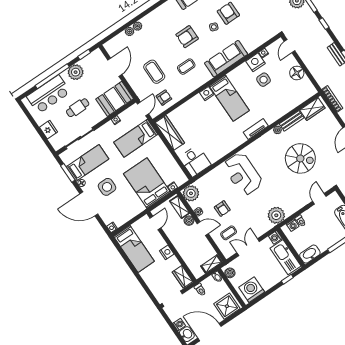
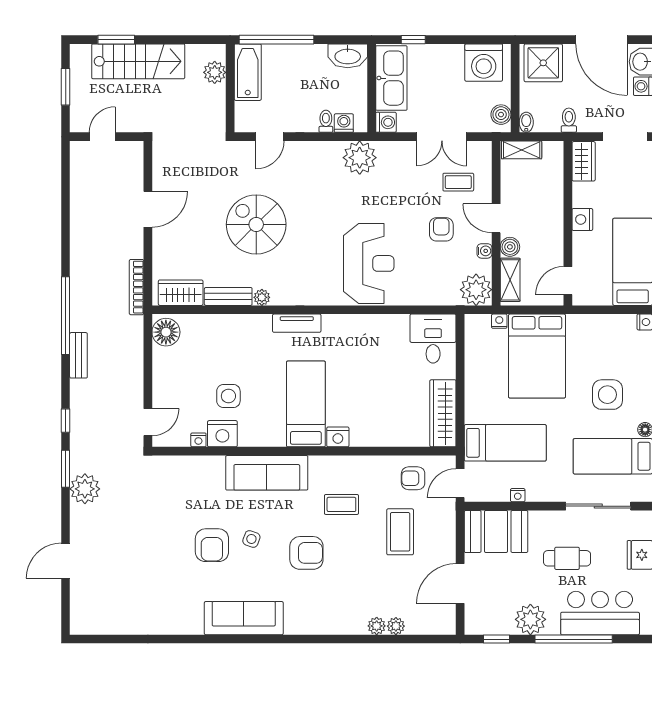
floor lamp: (297, 73) -> (166, 332), moved

